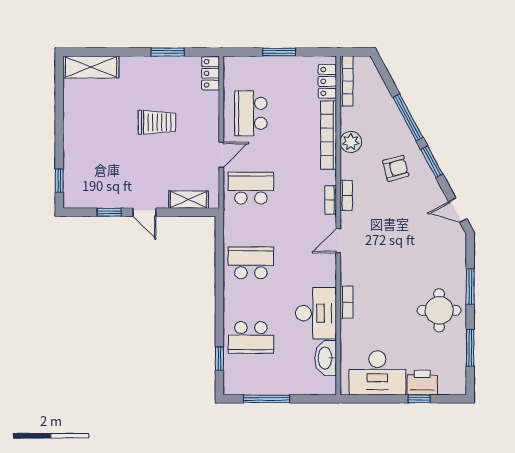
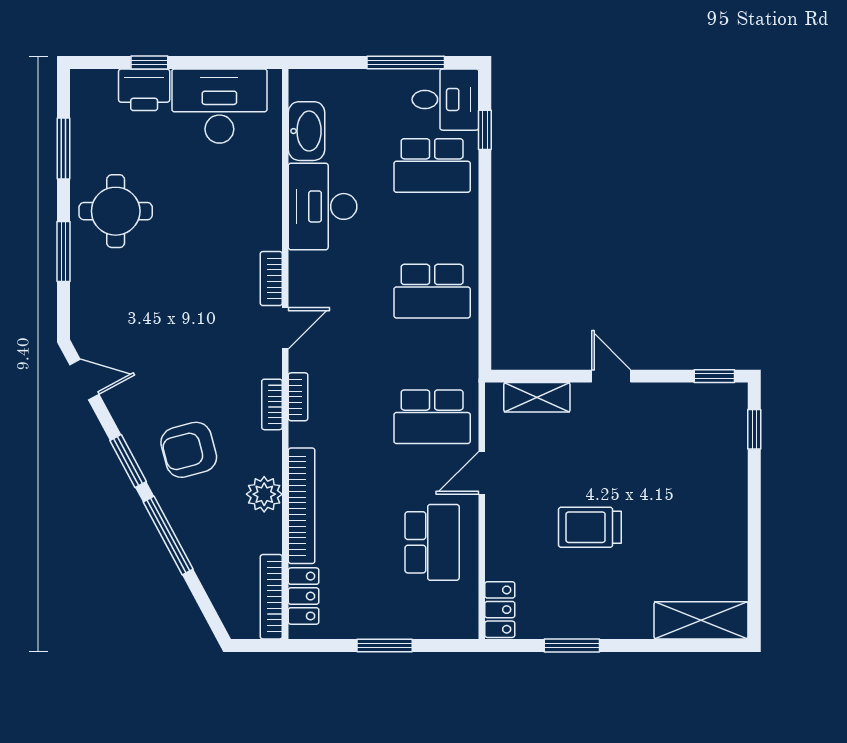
armchair: (396, 168) -> (189, 450), width x1.38, depth x1.38
window: (109, 212) -> (714, 376), moved
bookcase: (347, 302) -> (271, 279), moved
school desk: (251, 338) -> (432, 165), turned 180
desk: (243, 377) -> (445, 100), added

